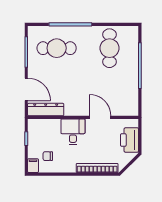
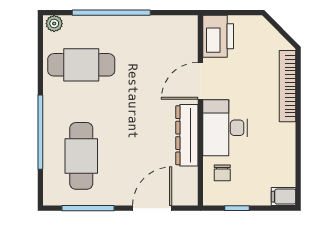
plant: (134, 32) -> (54, 24), added
dresser: (46, 110) -> (187, 135), moved
desk: (73, 132) -> (225, 128), width x1.37
printer: (130, 140) -> (218, 36), moved, turned -90
chair: (48, 156) -> (222, 173), moved

